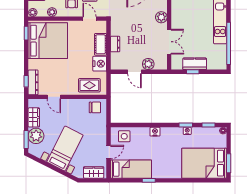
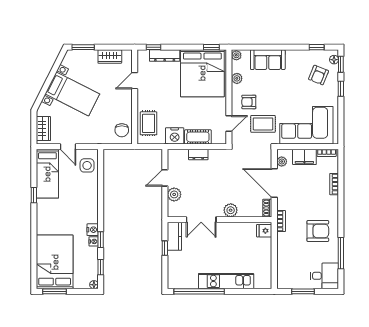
kitchen counter: (195, 64) -> (174, 236), moved
dresser: (33, 82) -> (165, 56), moved
nightstand: (155, 132) -> (93, 230), moved
plant: (36, 136) -> (88, 59), removed

